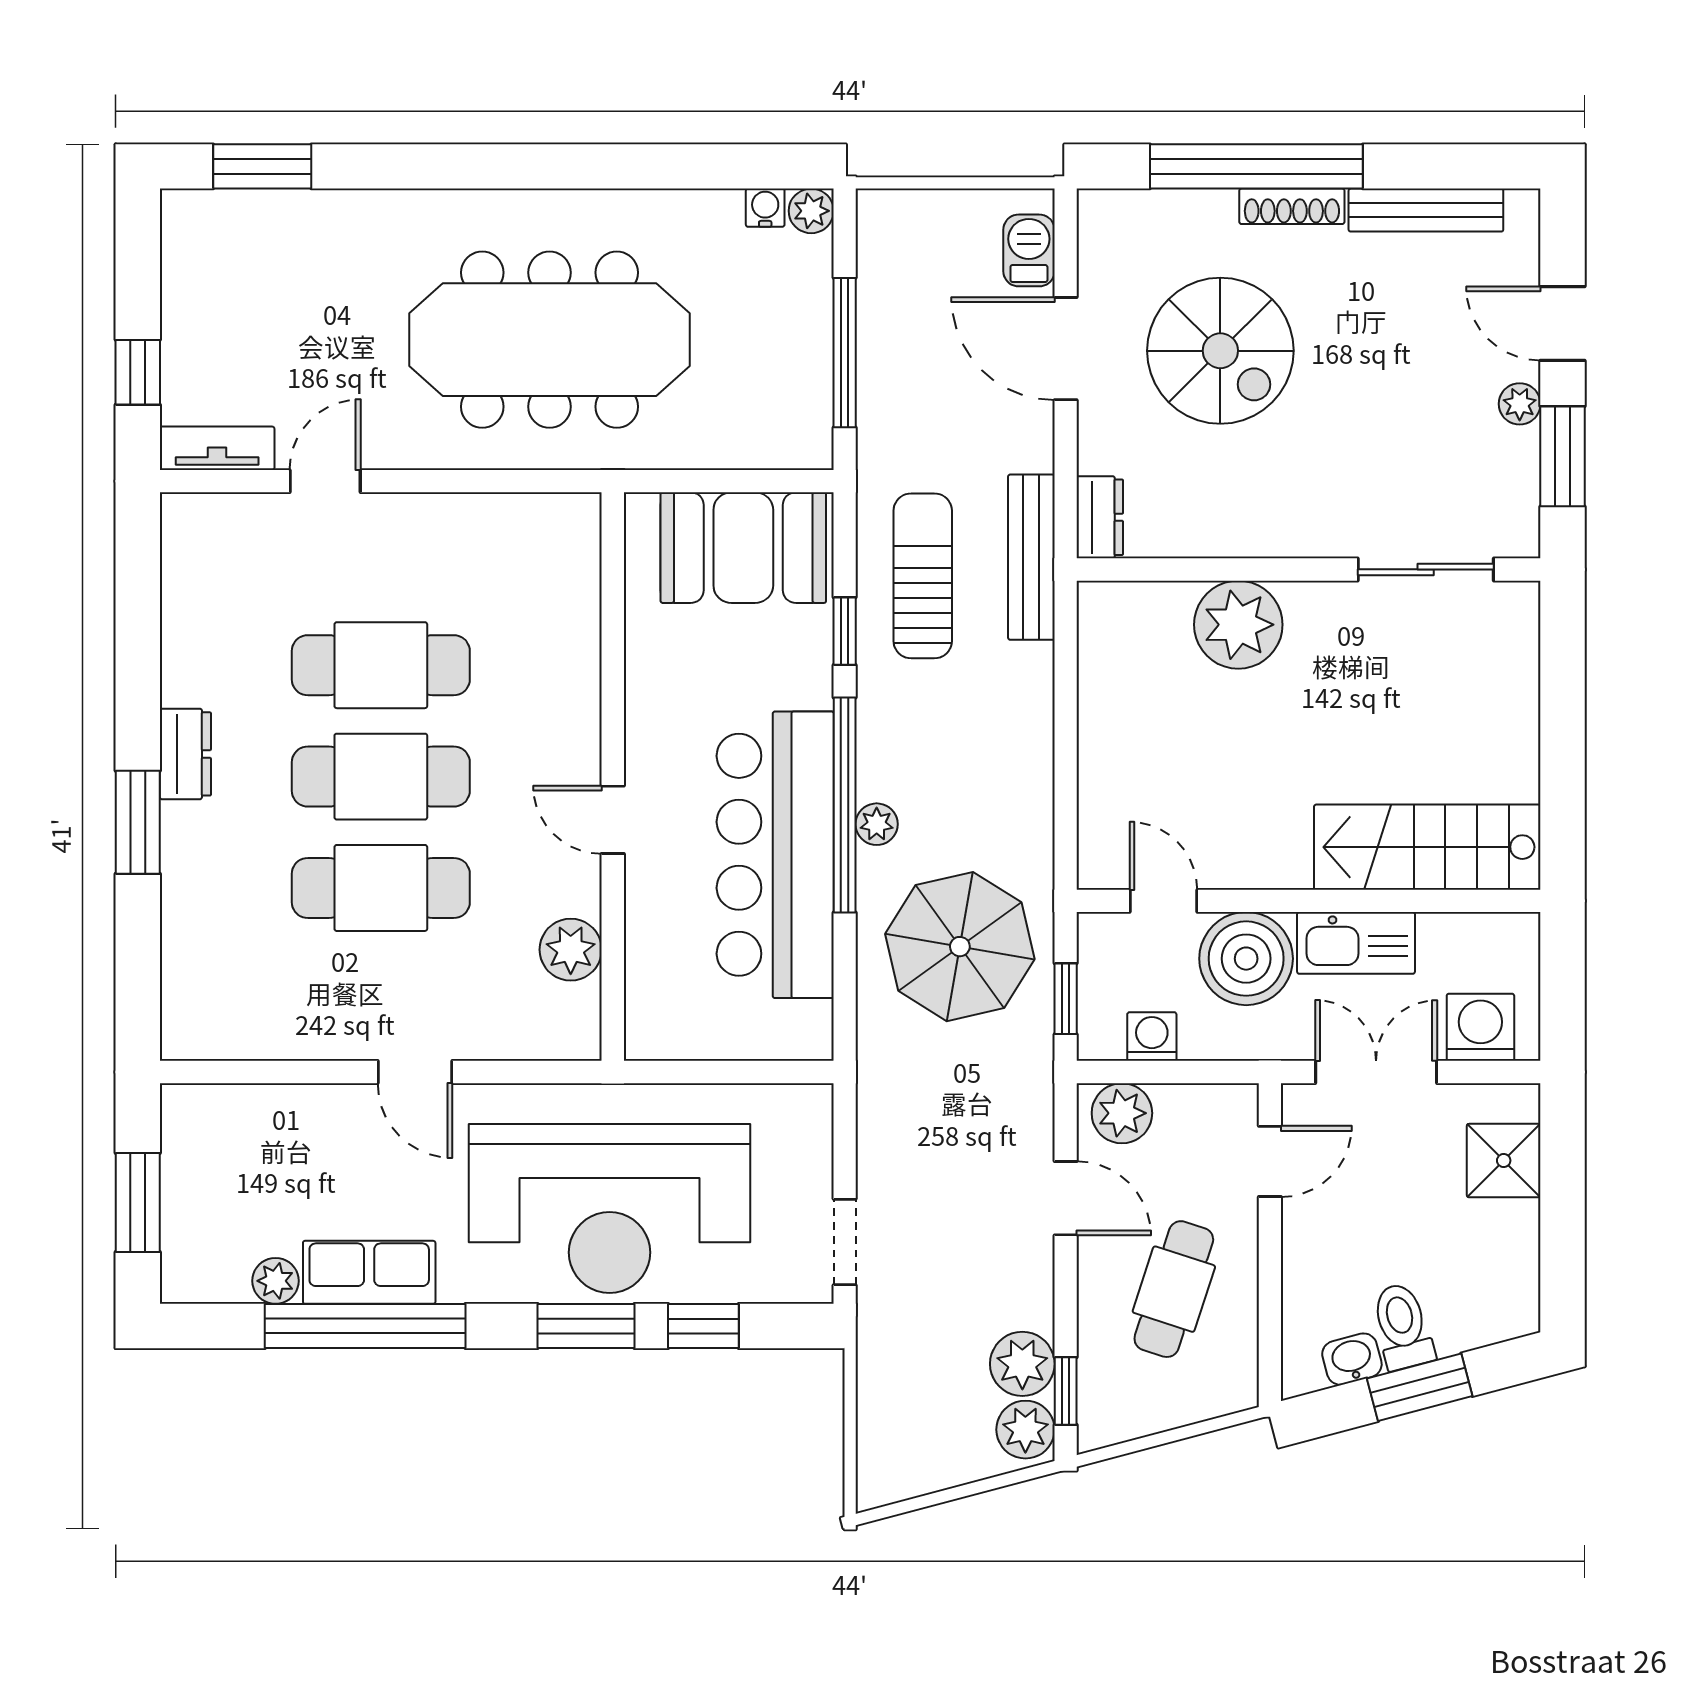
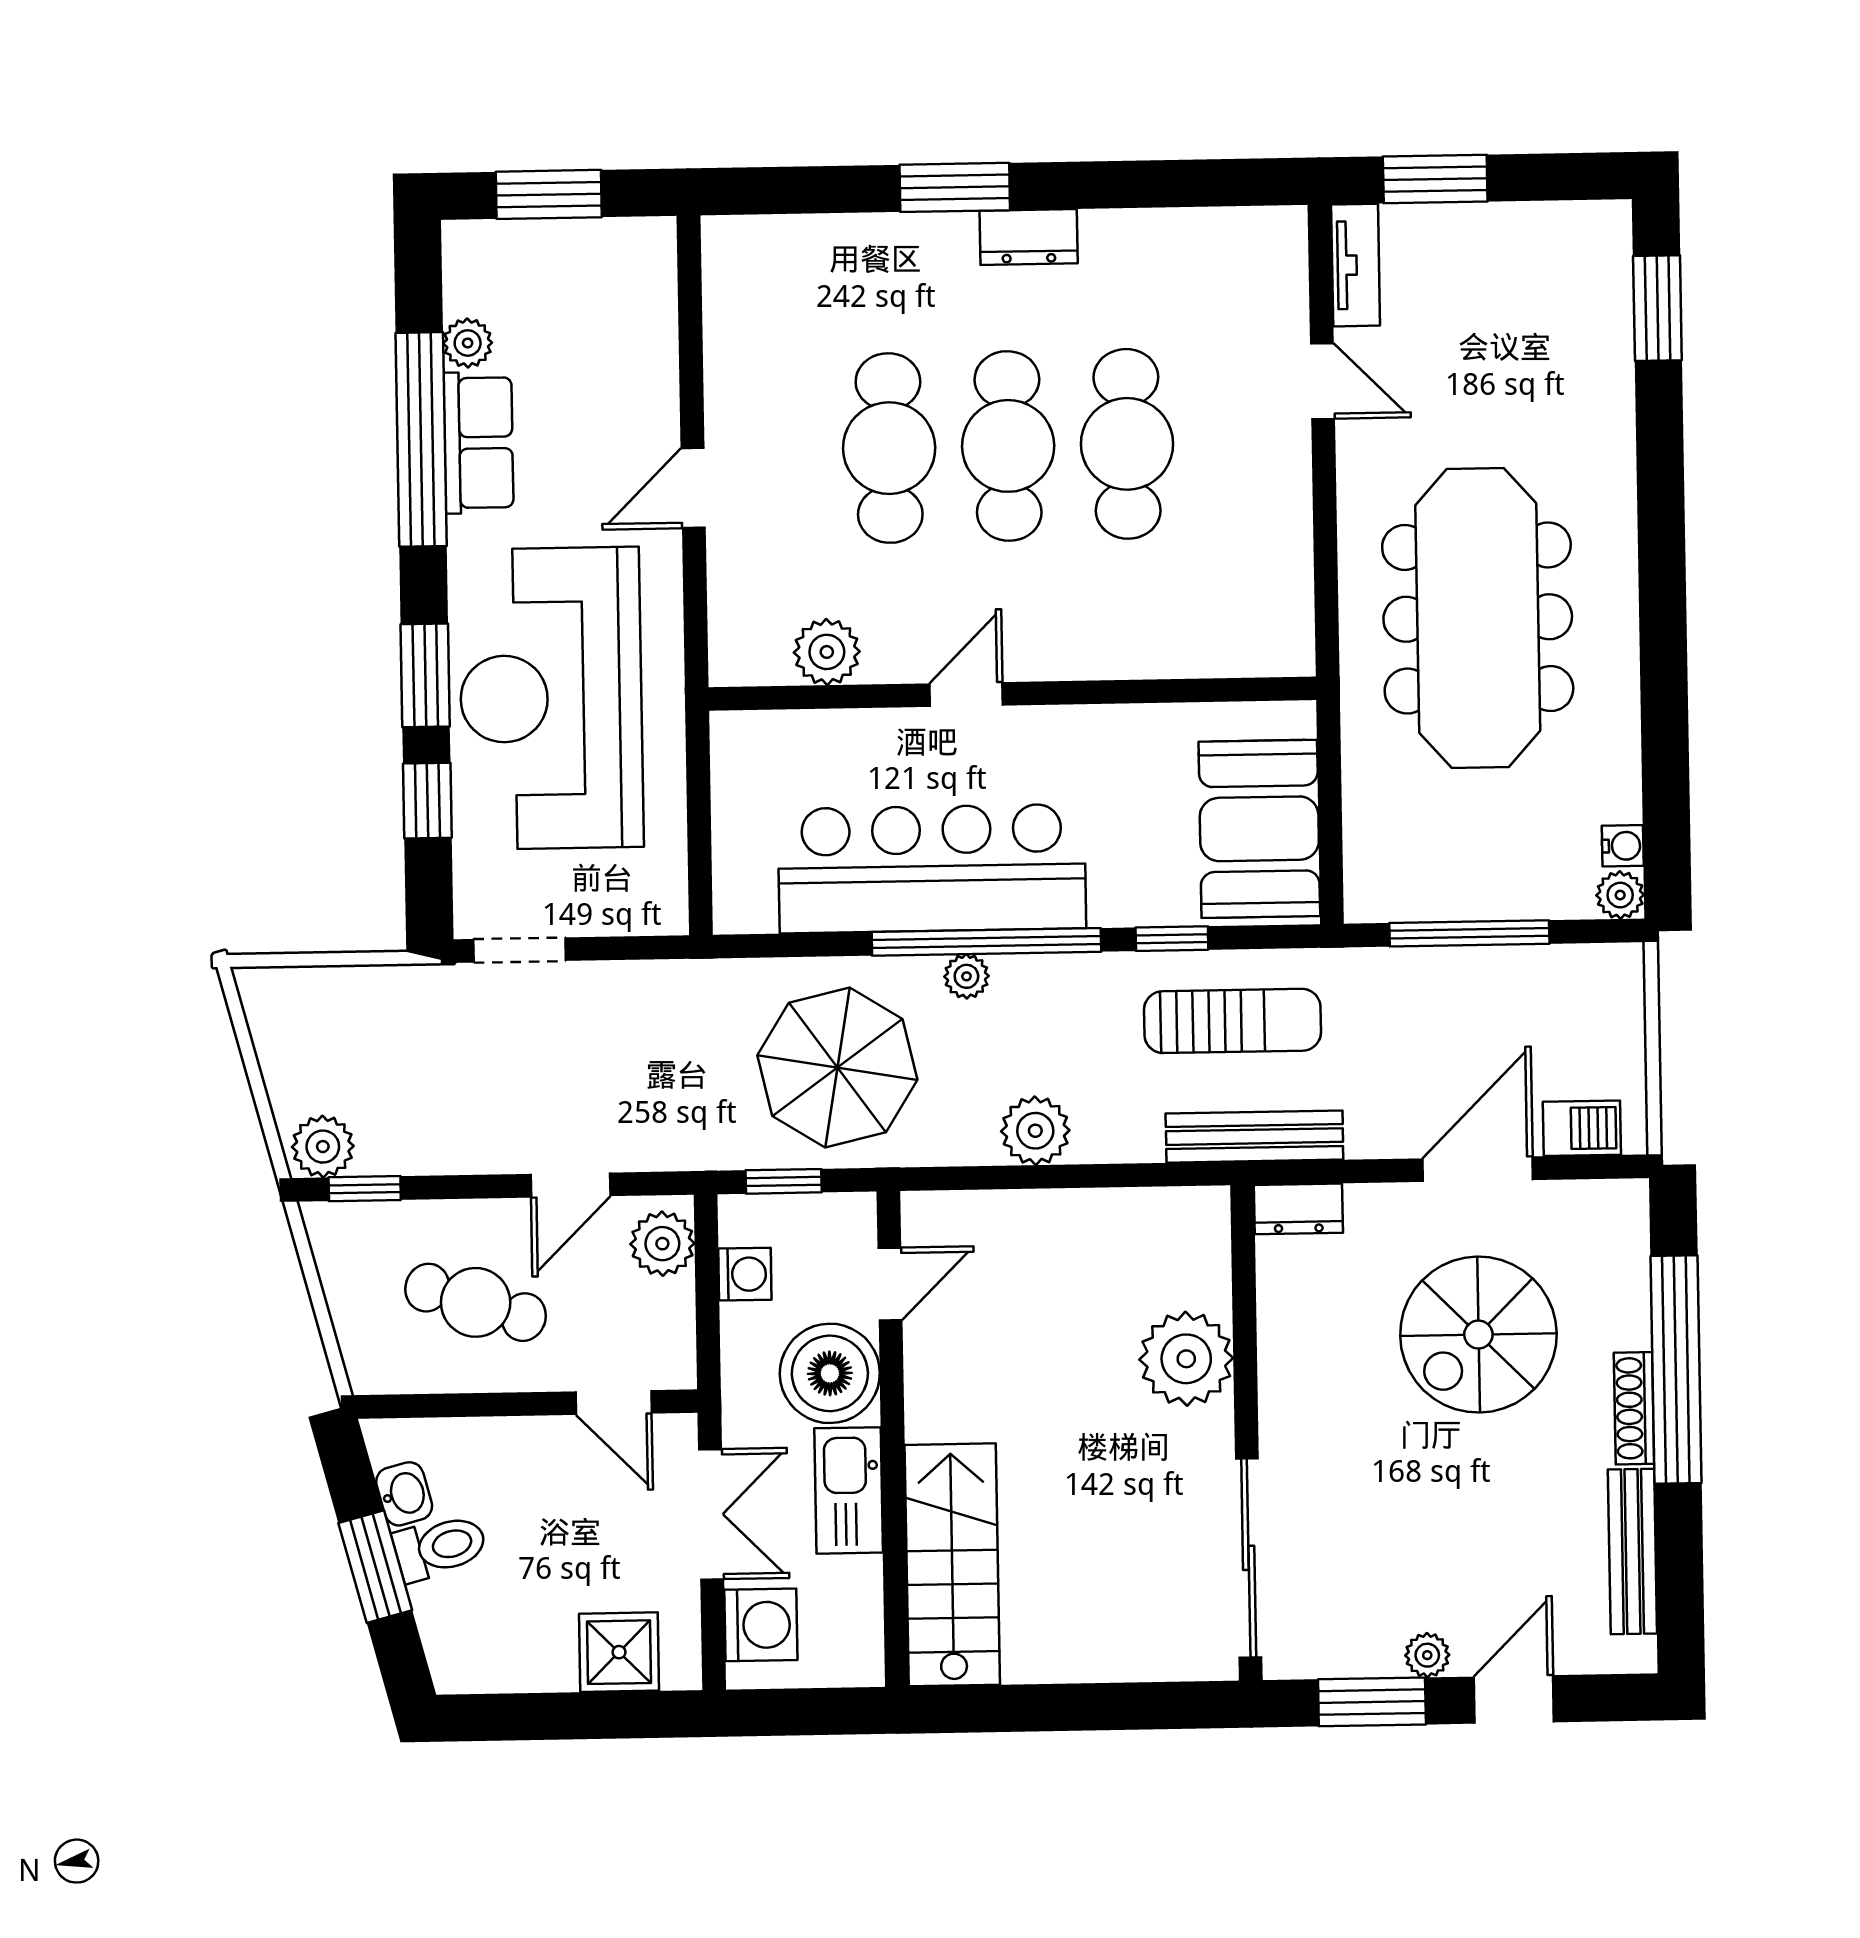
window: (138, 372) -> (1435, 179), width x1.50
sliding door: (1426, 569) -> (1249, 1558), width x1.37
plant: (1022, 1364) -> (1035, 1131), moved

